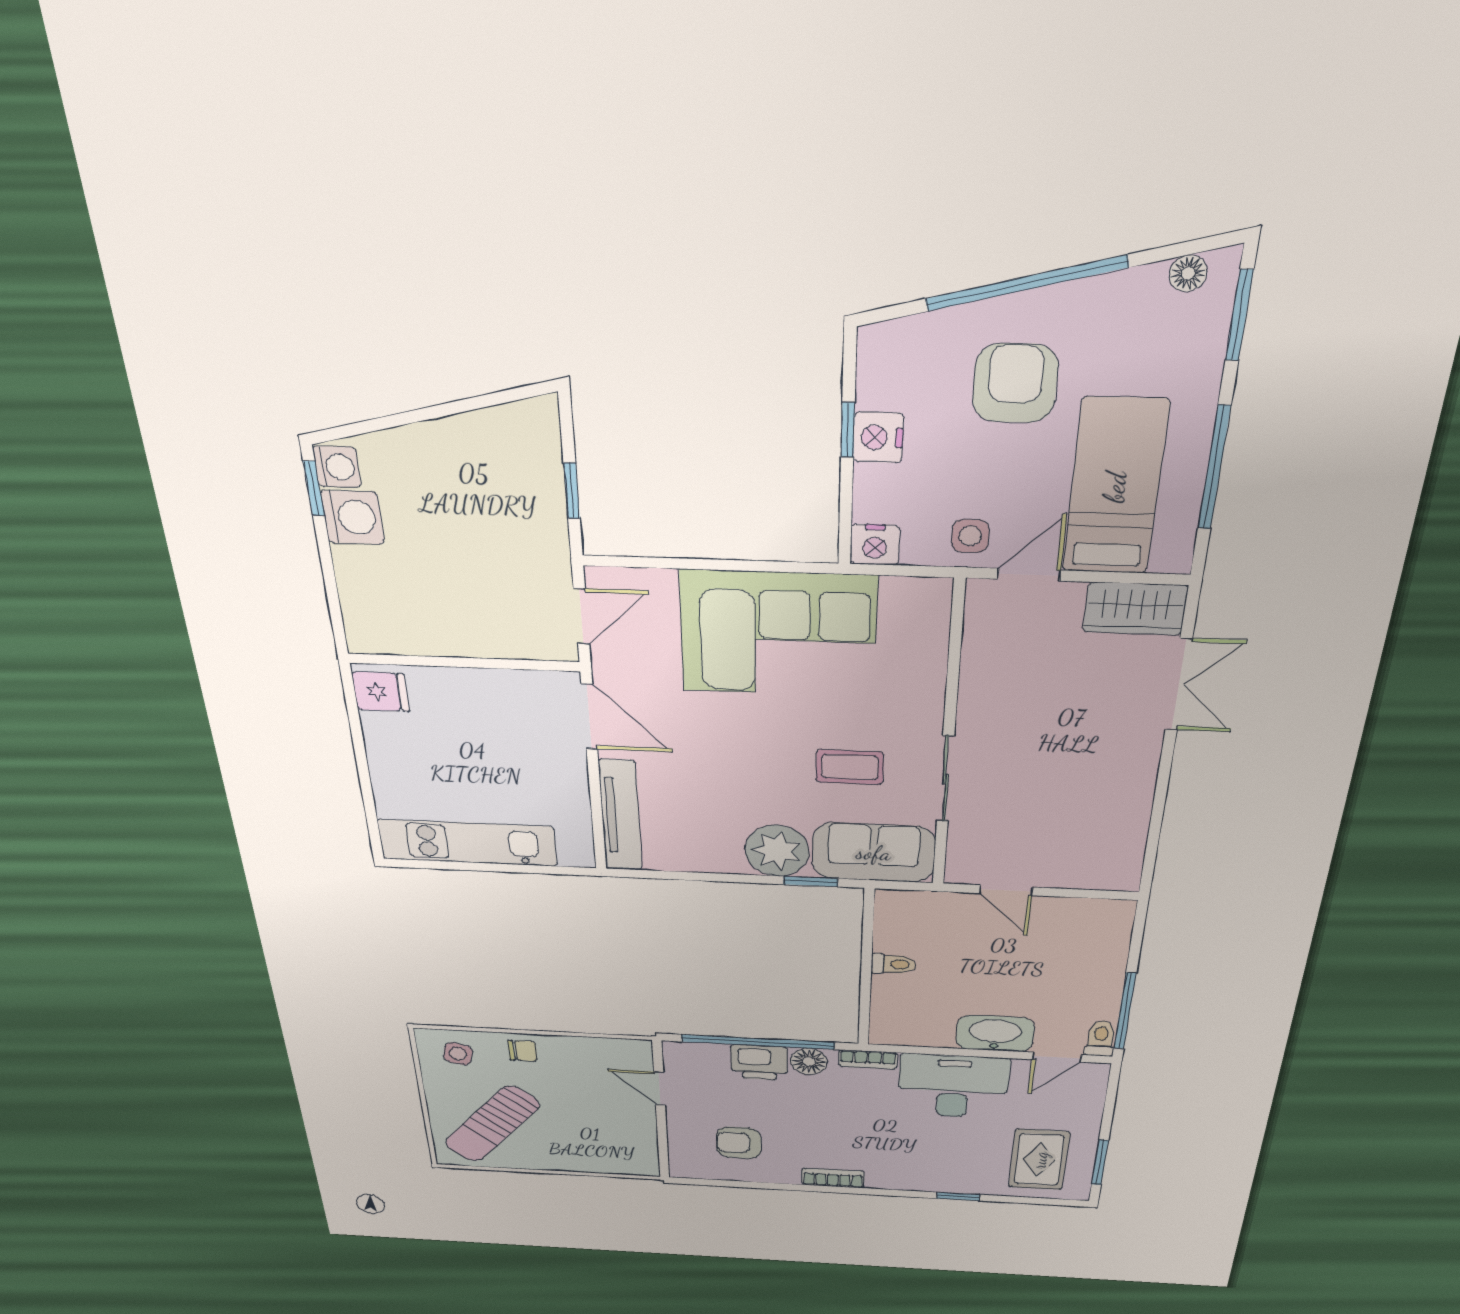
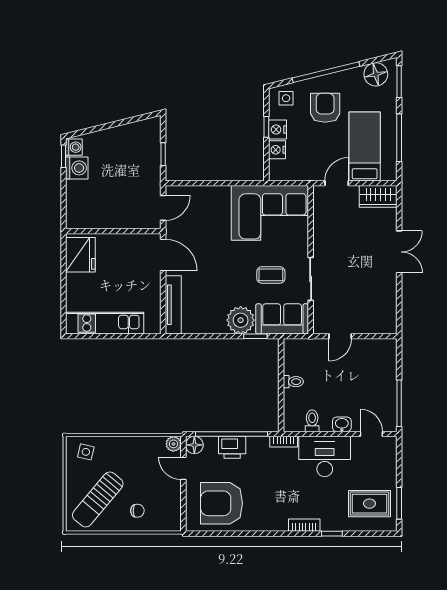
floor lamp: (1188, 273) -> (376, 74), width x1.89, depth x1.89
side table: (970, 536) -> (286, 98), moved
nightstand: (875, 545) -> (277, 150), moved, turned 90
corner sofa: (778, 634) -> (270, 213), moved
double door: (1179, 685) -> (399, 252), moved
fridge: (381, 692) -> (80, 255), width x1.88, depth x1.34
door: (1006, 890) -> (340, 336), hinge flipped
washbasin: (995, 1033) -> (342, 424), width x0.52, depth x0.69
toilet: (1101, 1039) -> (312, 421), moved
chair: (523, 1051) -> (137, 511), moved
plant: (637, 1051) -> (173, 444), added
door: (1057, 1057) -> (371, 434), swing flipped
floor lamp: (809, 1061) -> (194, 445), moved
armchair: (739, 1143) -> (222, 503), width x1.88, depth x1.88
rug: (1039, 1160) -> (369, 504), turned 90
bookcase: (833, 1178) -> (304, 525), moved

